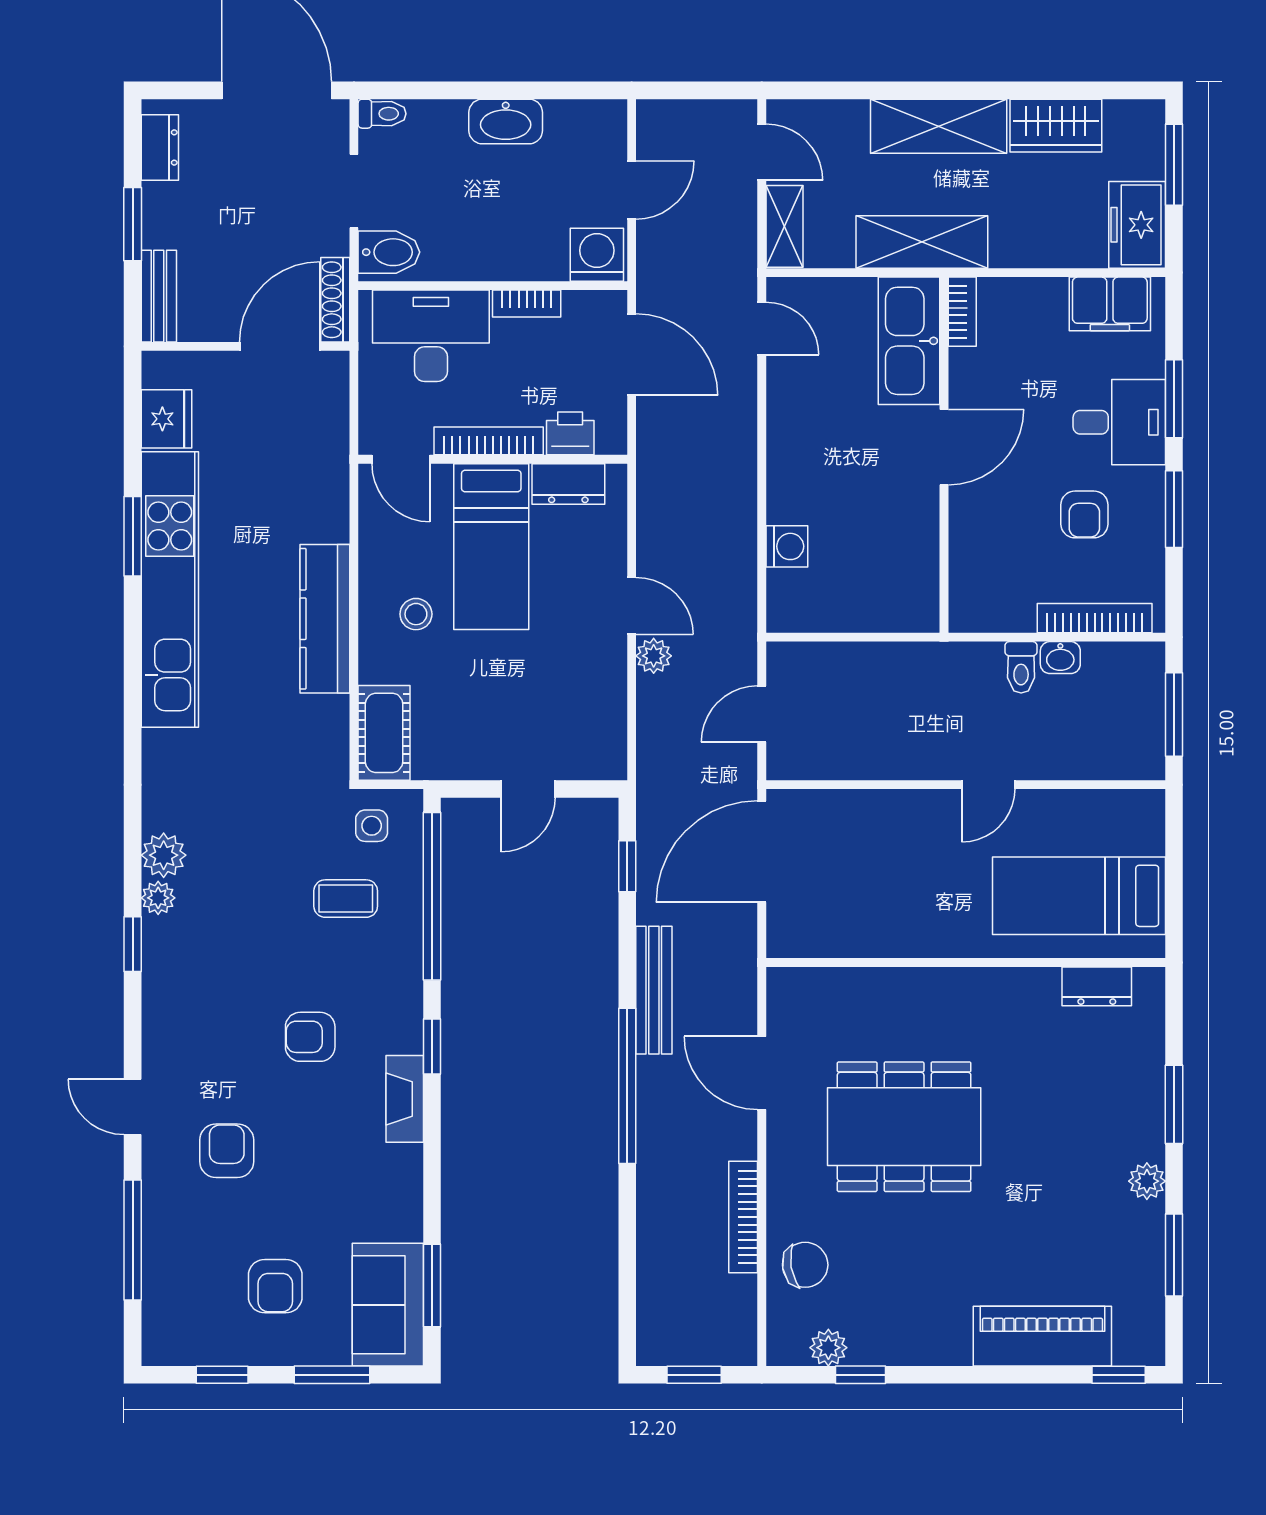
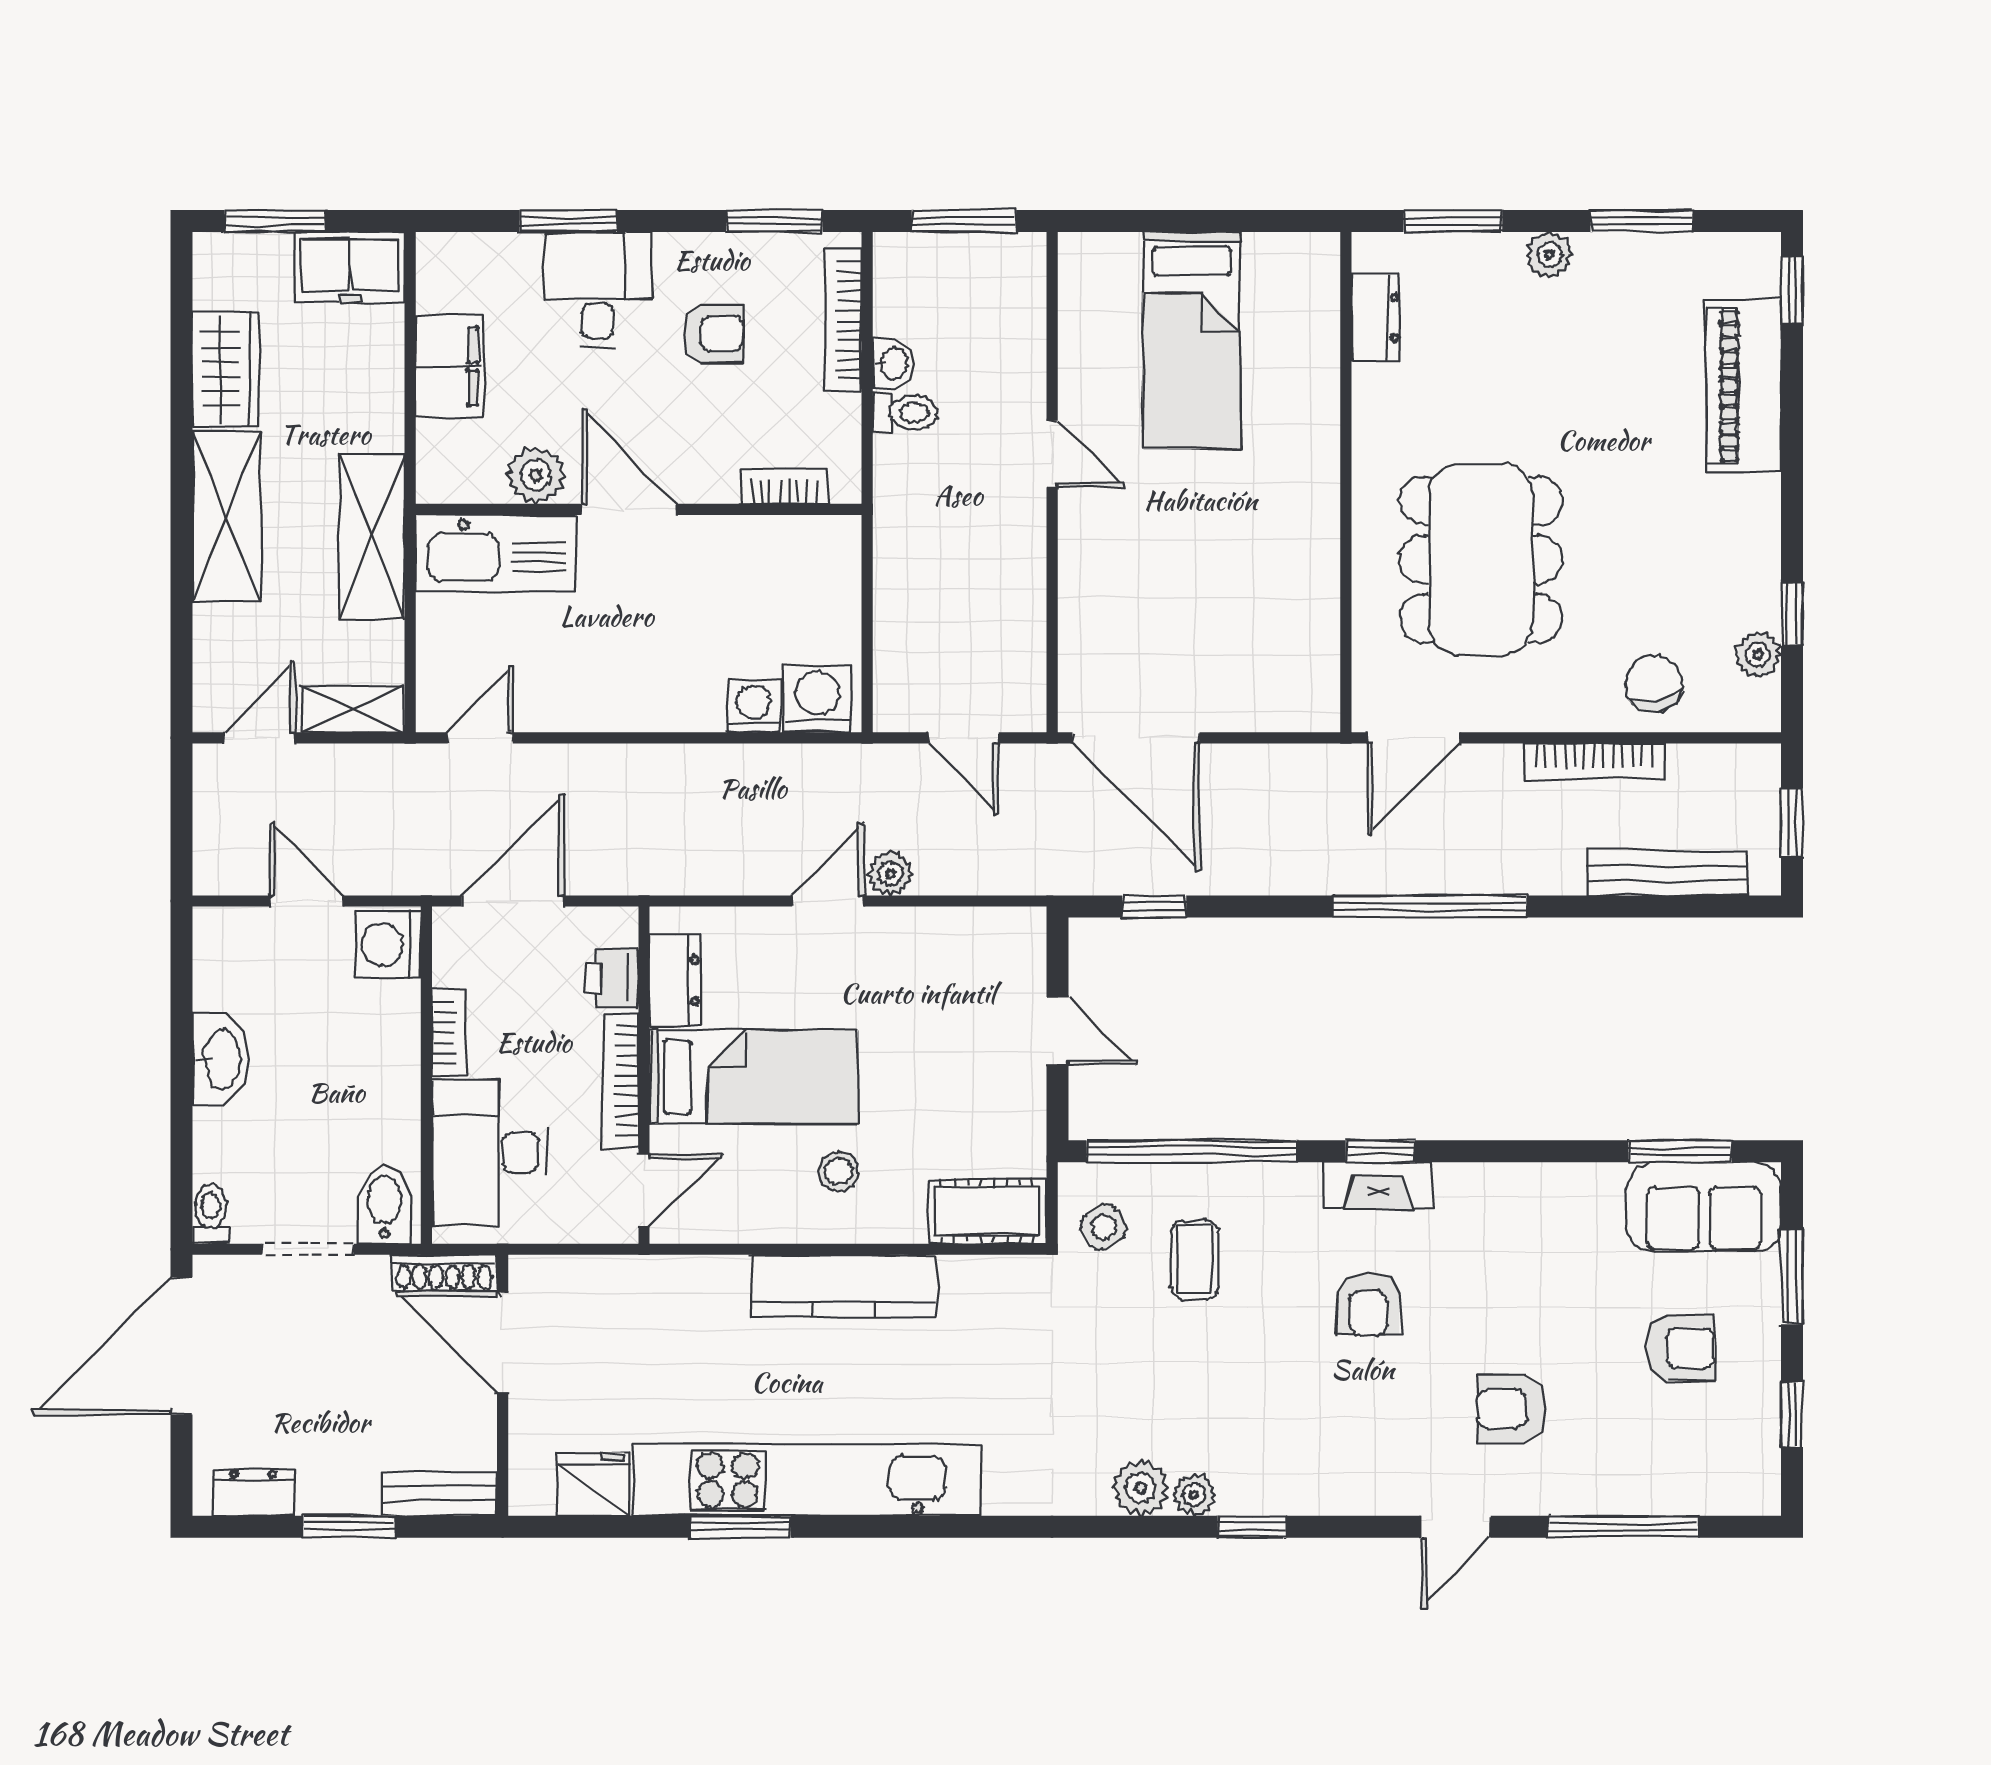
filing cabinet: (1110, 304) -> (449, 367), moved
bookcase: (962, 312) -> (784, 486), moved
plant: (971, 373) -> (536, 475), added
window: (1174, 509) -> (774, 221), moved
washing machine: (793, 598) -> (818, 699), added
side table: (372, 826) -> (1104, 1227), turned -30
wall: (966, 963) -> (1346, 482), moved
dresser: (1097, 986) -> (1376, 318), moved
bench: (654, 990) -> (1668, 873), moved
fireplace: (405, 1099) -> (1378, 1185), moved

